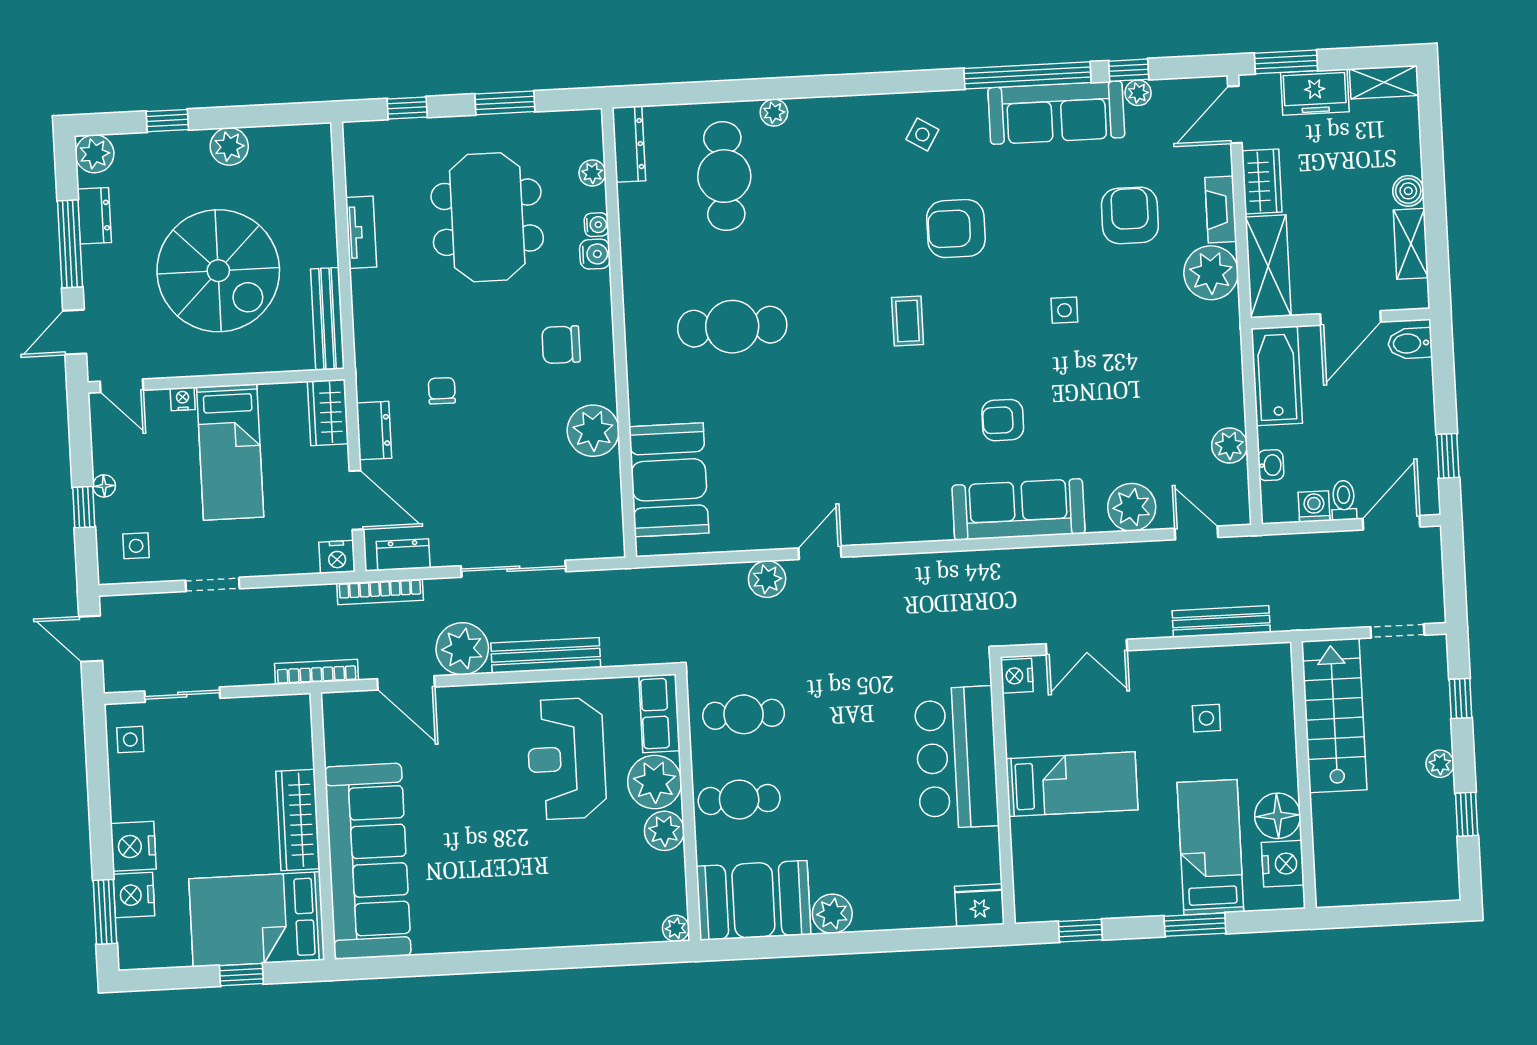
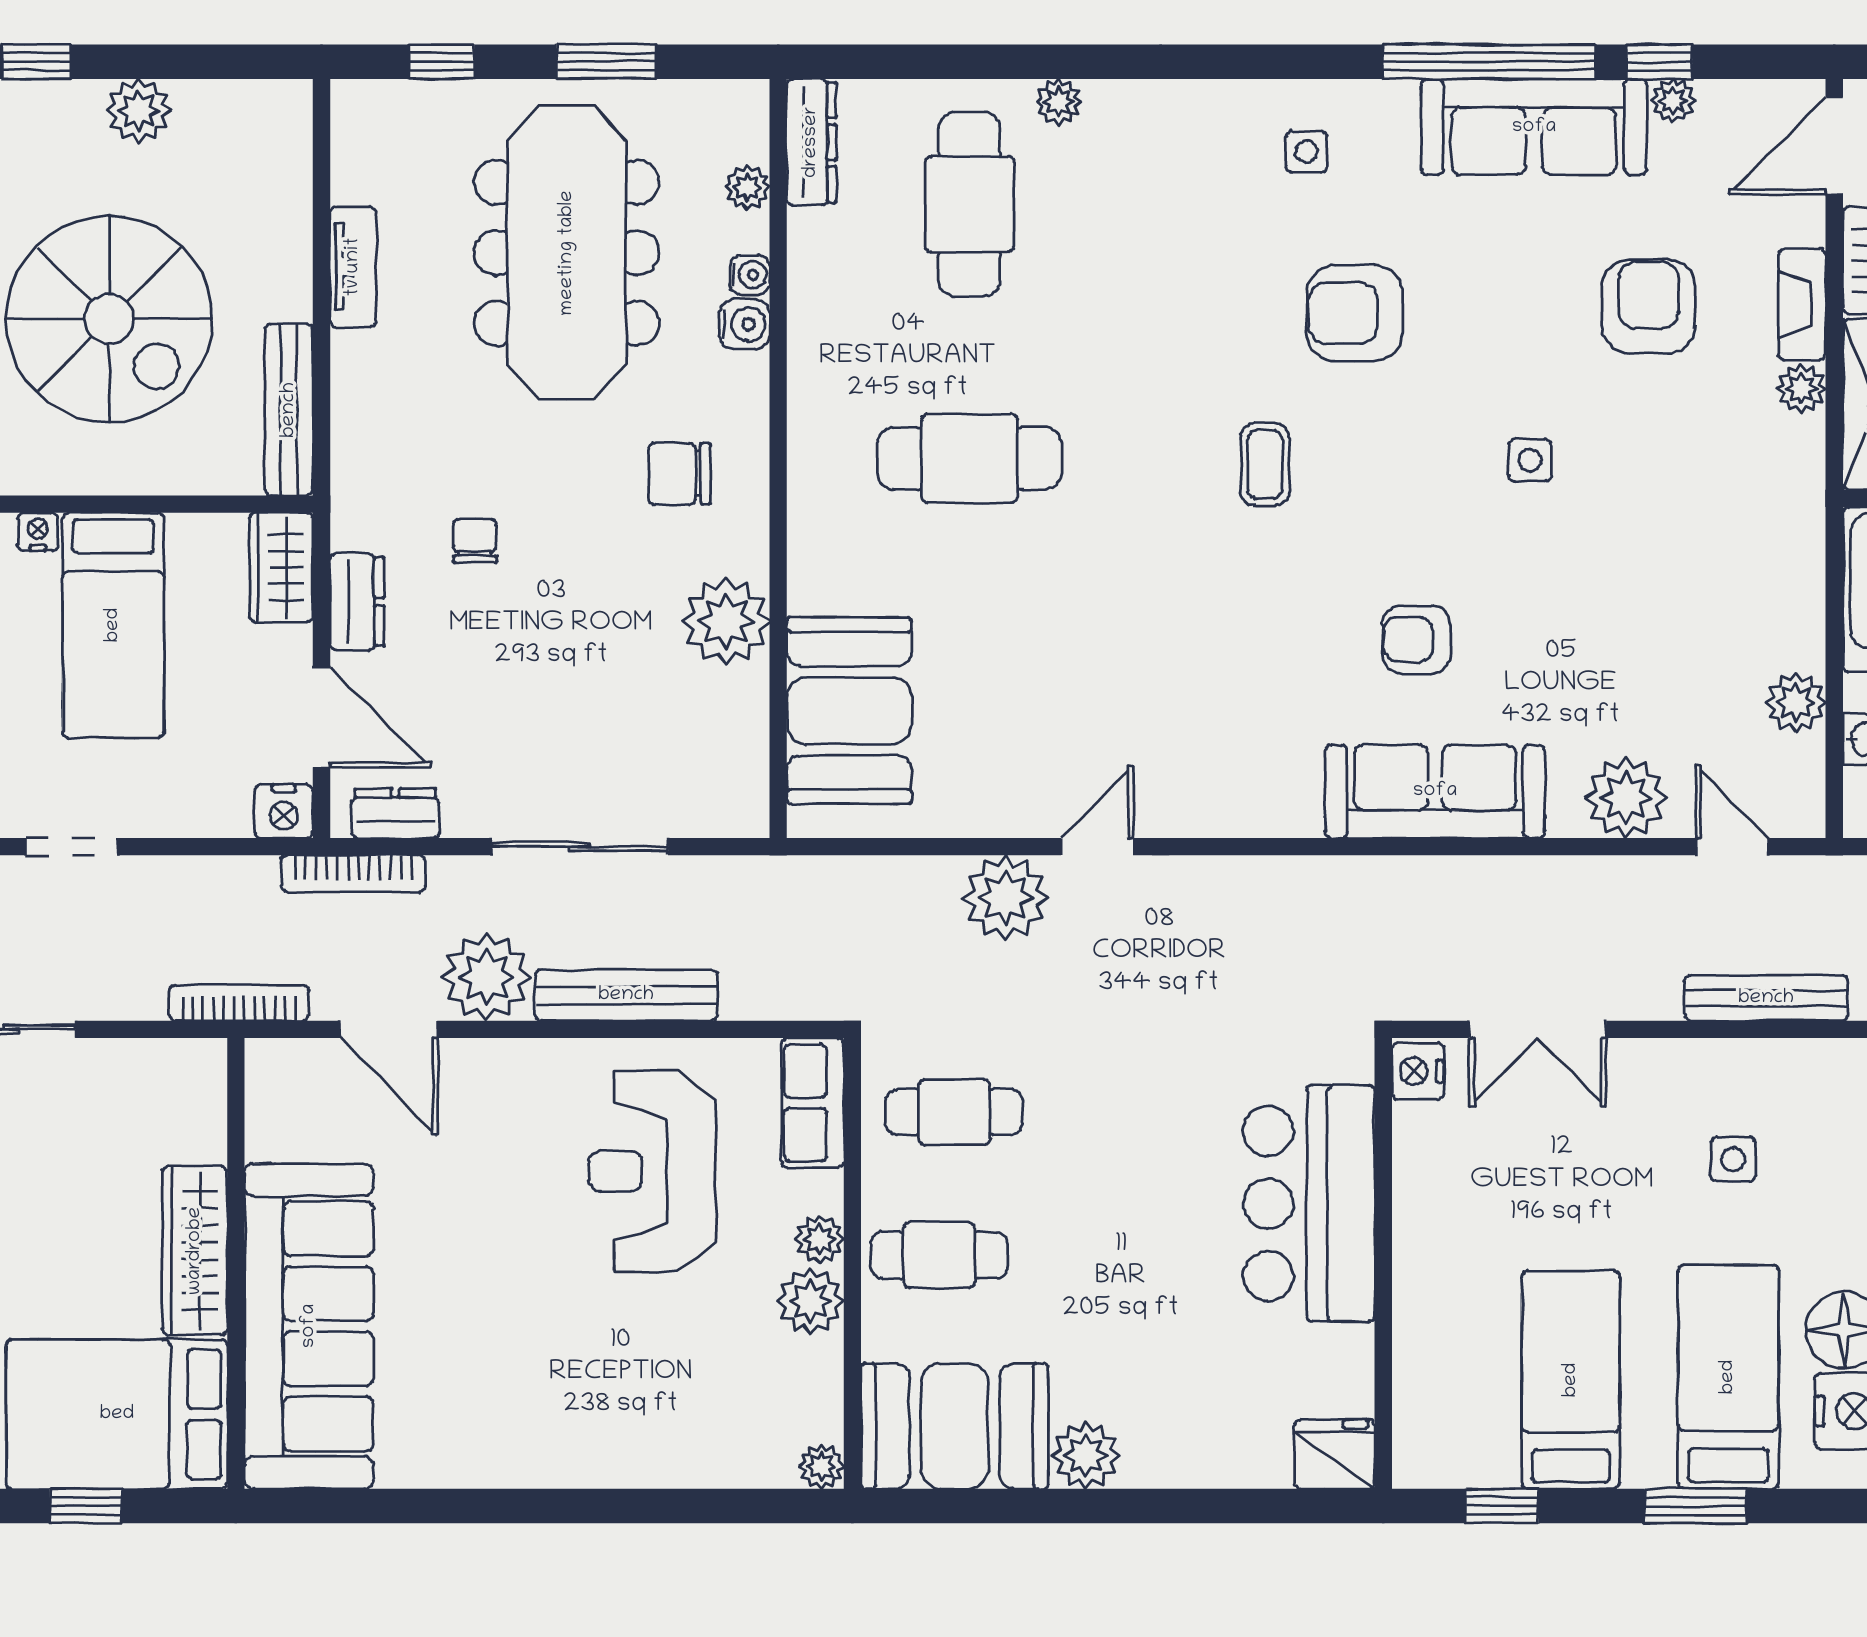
side table: (922, 134) -> (1306, 152), turned -31
meeting table: (487, 217) -> (567, 253), width x1.36
plant: (1211, 273) -> (1801, 389), width x0.53, depth x0.53
plant: (767, 579) -> (1006, 898), width x1.36, depth x1.36
plant: (655, 782) -> (820, 1239), width x0.53, depth x0.53
bed: (1072, 784) -> (1571, 1380), moved, turned -90

